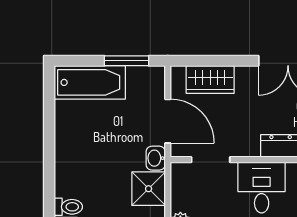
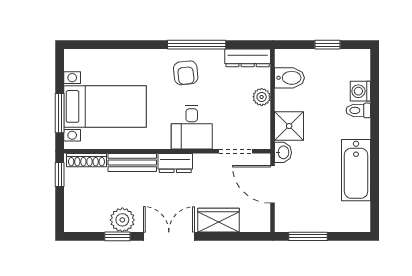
wardrobe: (210, 80) -> (219, 220), moved
bathtub: (90, 82) -> (356, 170), moved, turned -90

